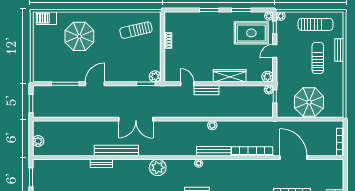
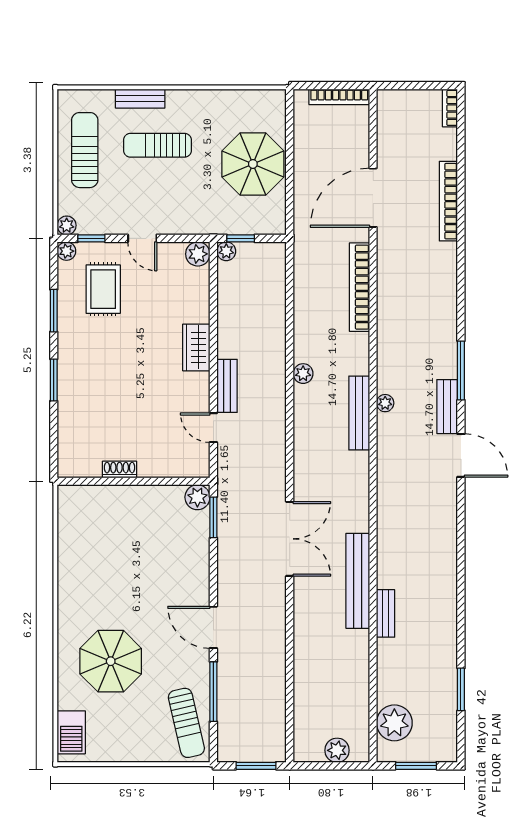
sun lounger: (136, 30) -> (186, 723), moved
rug: (251, 33) -> (103, 289), width x0.73, depth x0.70
wardrobe: (230, 76) -> (196, 347), width x0.67
door: (187, 84) -> (213, 428), hinge flipped
bench: (214, 151) -> (359, 413), moved
plant: (158, 168) -> (394, 723), moved

